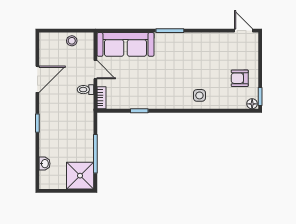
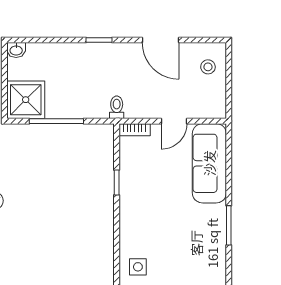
stool: (72, 41) -> (208, 67), moved
toilet: (85, 90) -> (117, 107), moved
washbasin: (45, 164) -> (16, 50), moved

